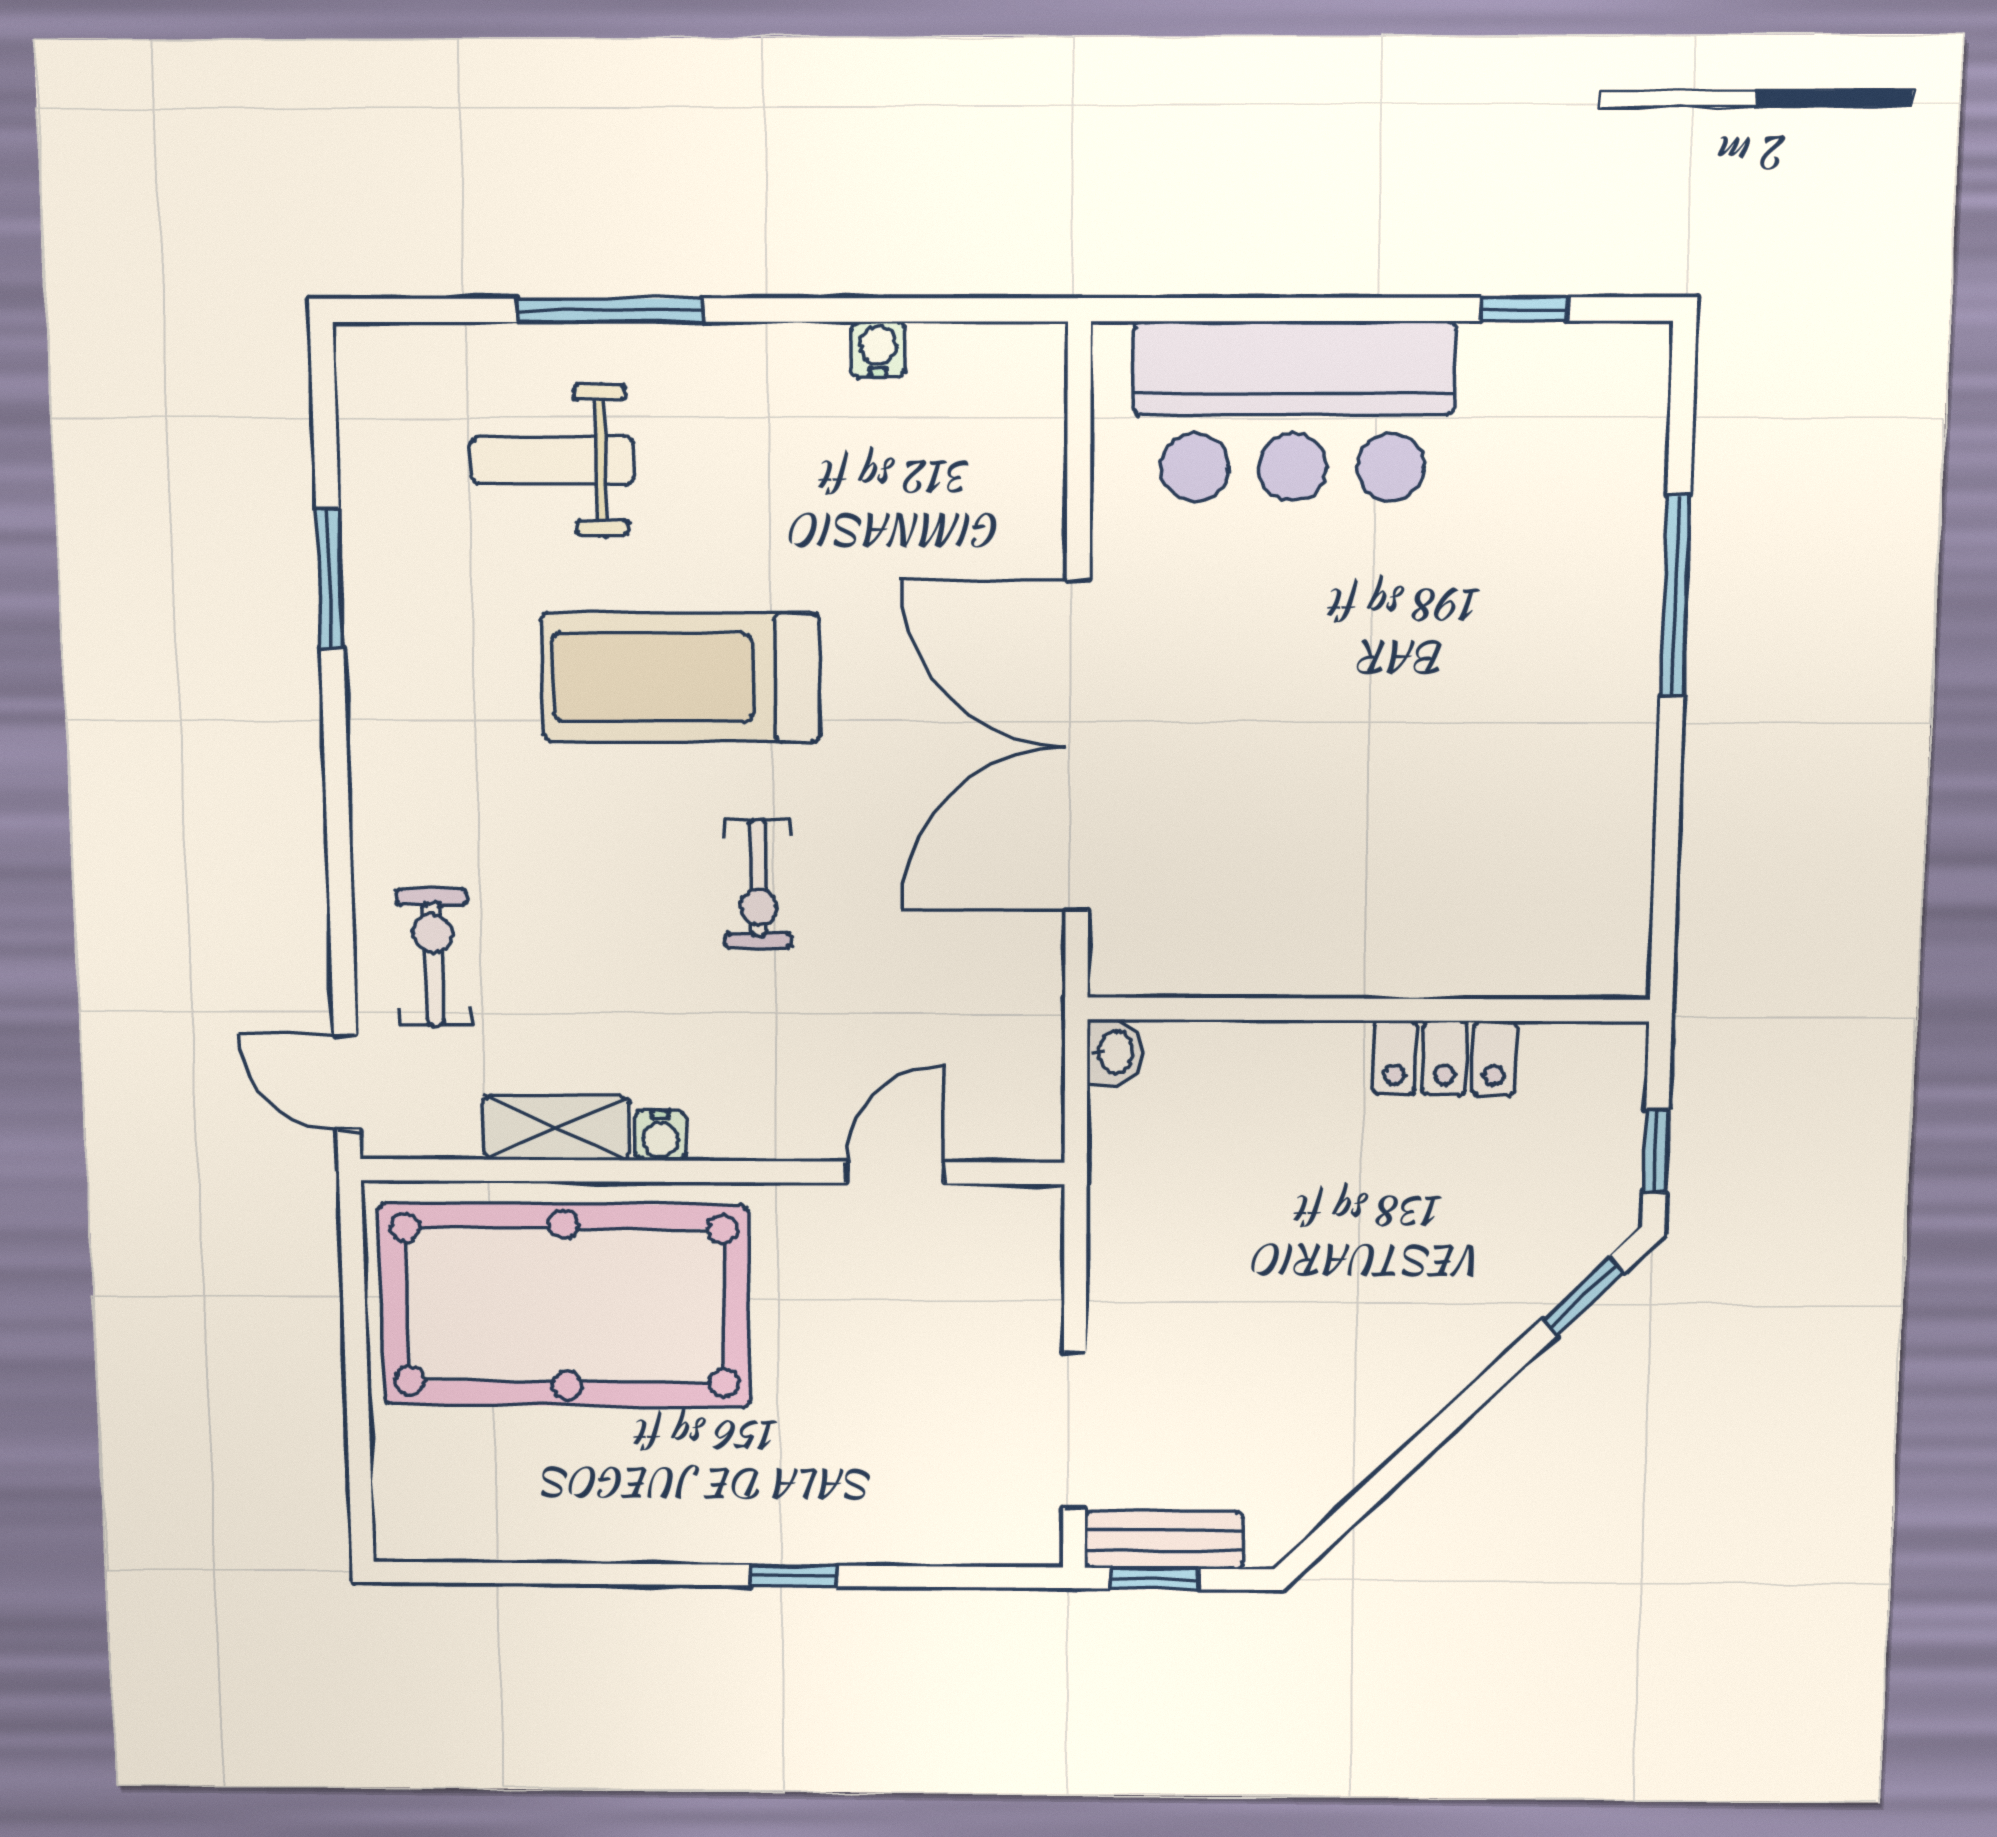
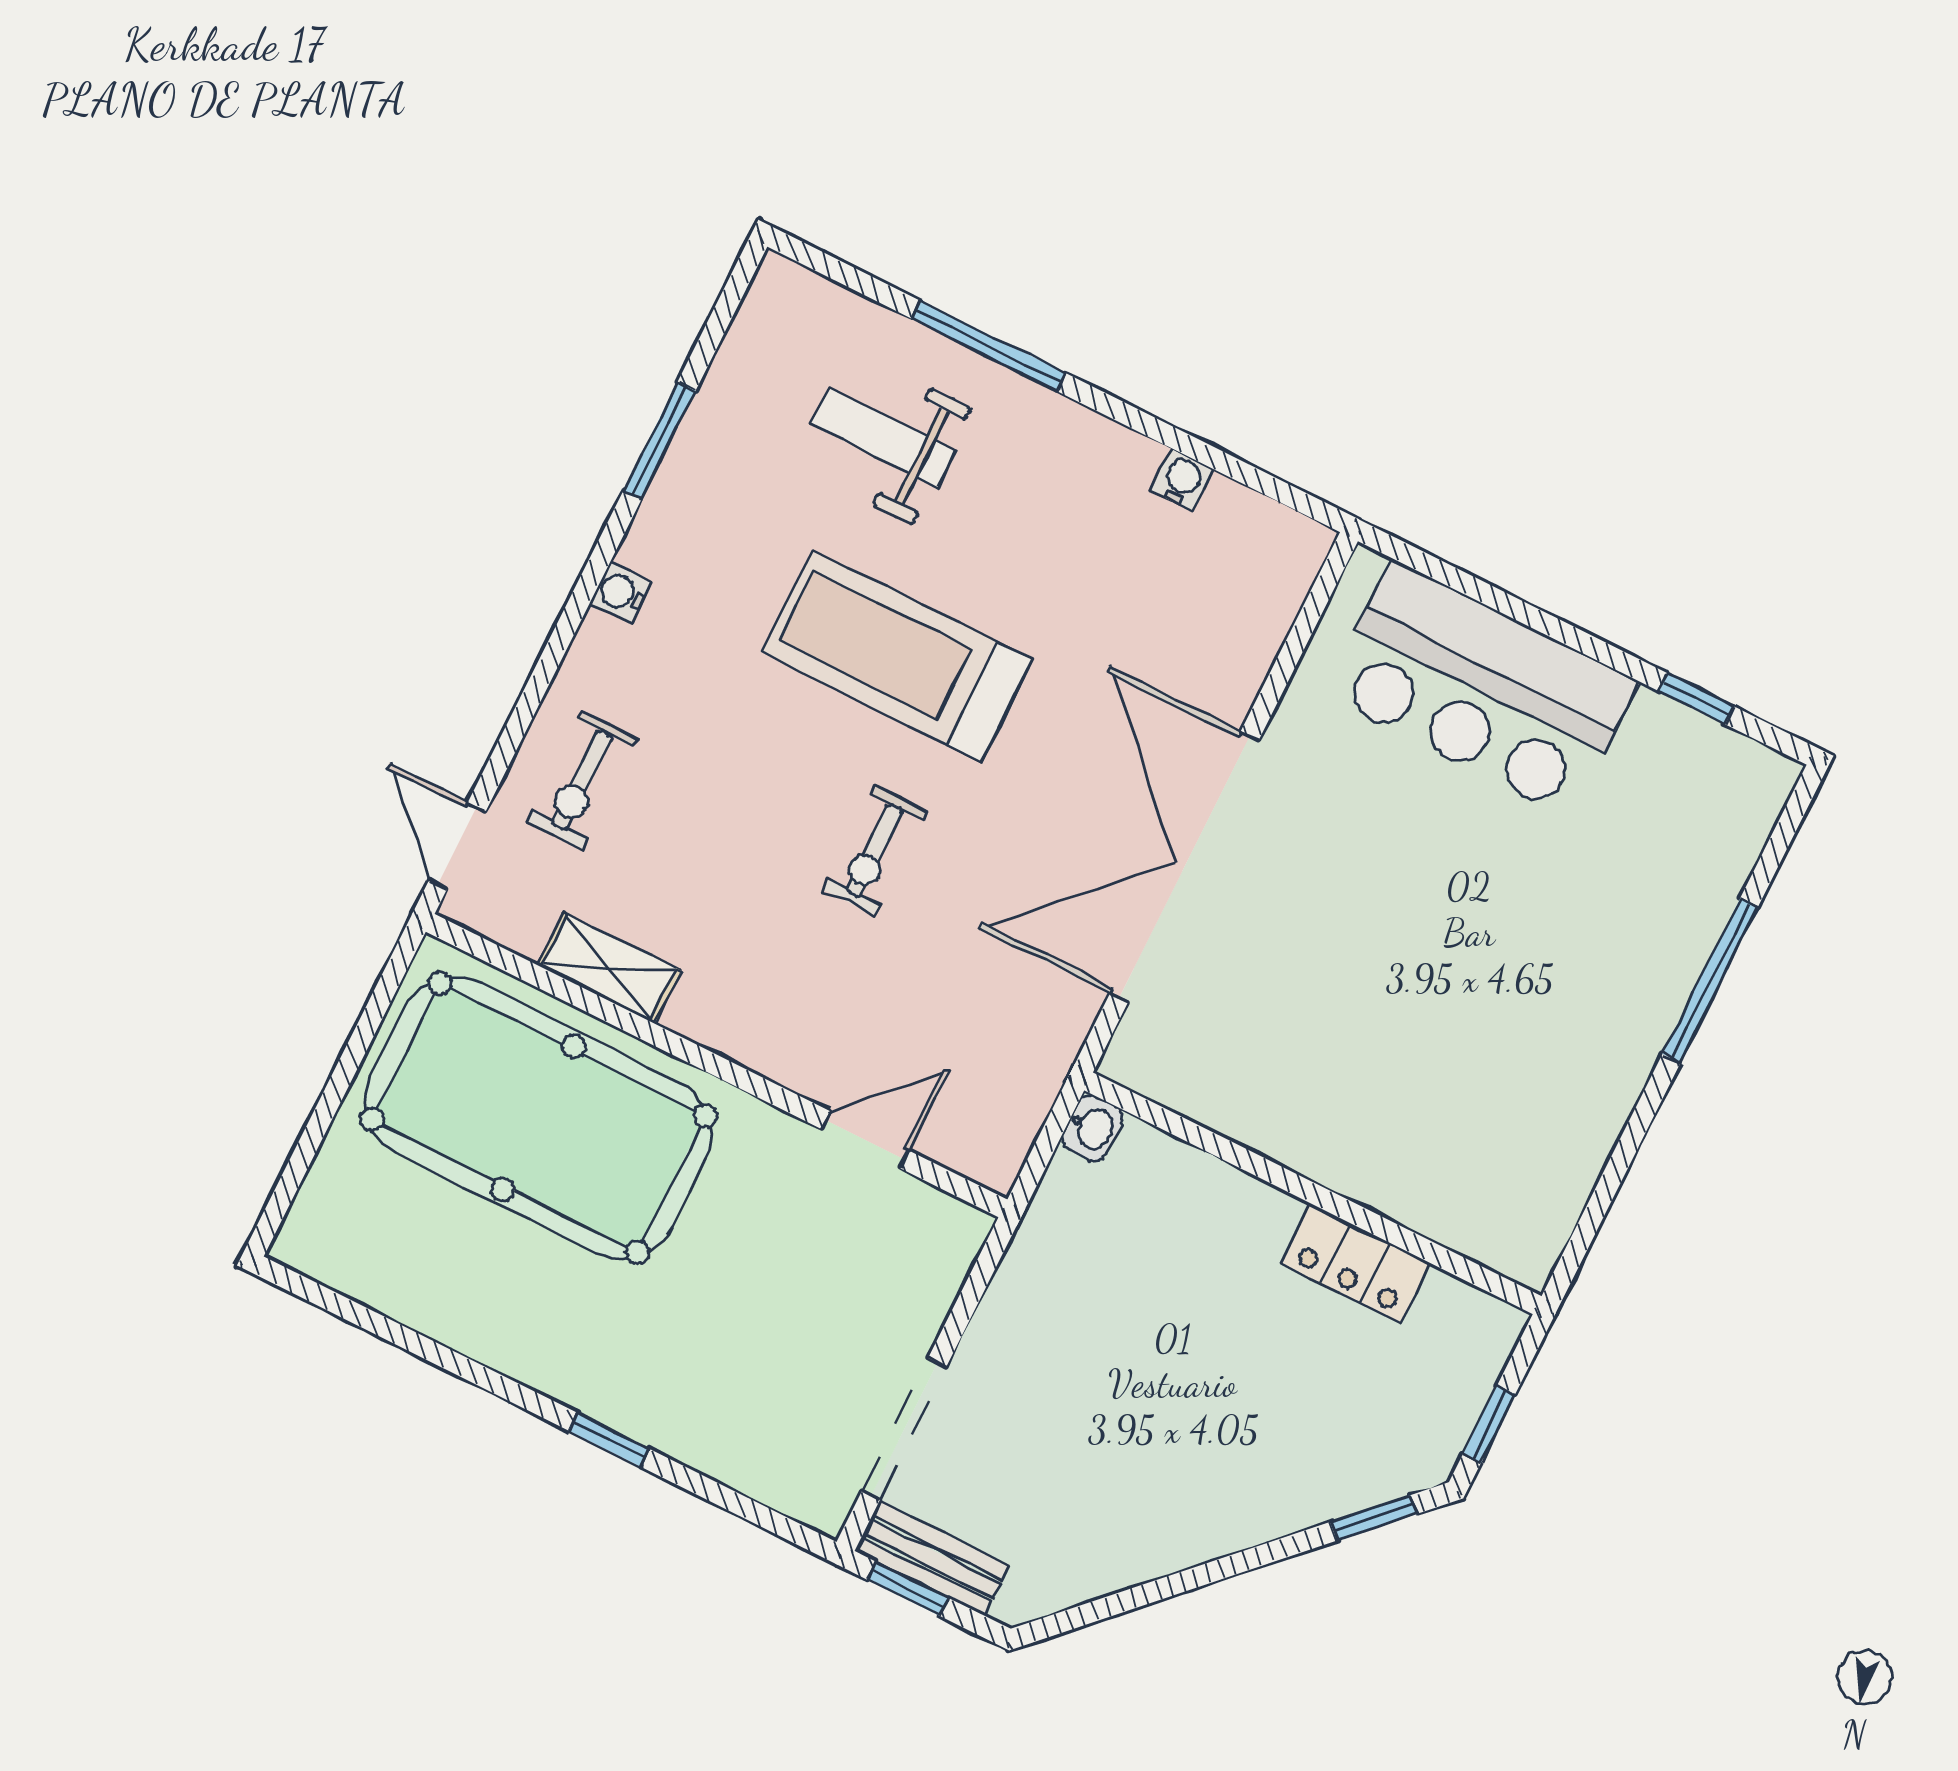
exercise bike: (433, 958) -> (582, 780), turned 180
water cooler: (661, 1136) -> (621, 593), moved, turned 90

